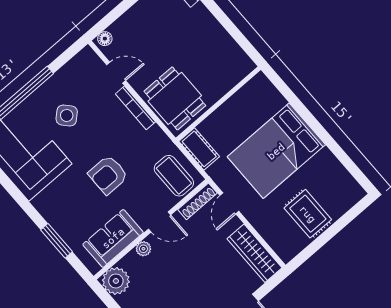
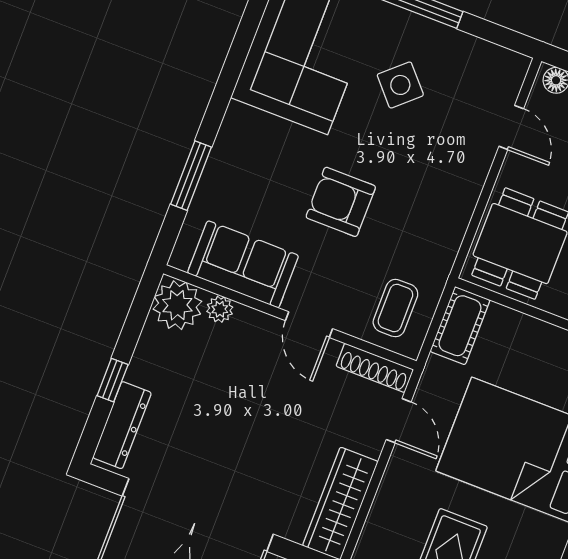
bookcase: (135, 108) -> (471, 189), removed
coffee table: (174, 176) -> (395, 308), width x0.73, depth x0.77
door: (229, 203) -> (399, 421), swing flipped
plant: (143, 249) -> (220, 309), moved

